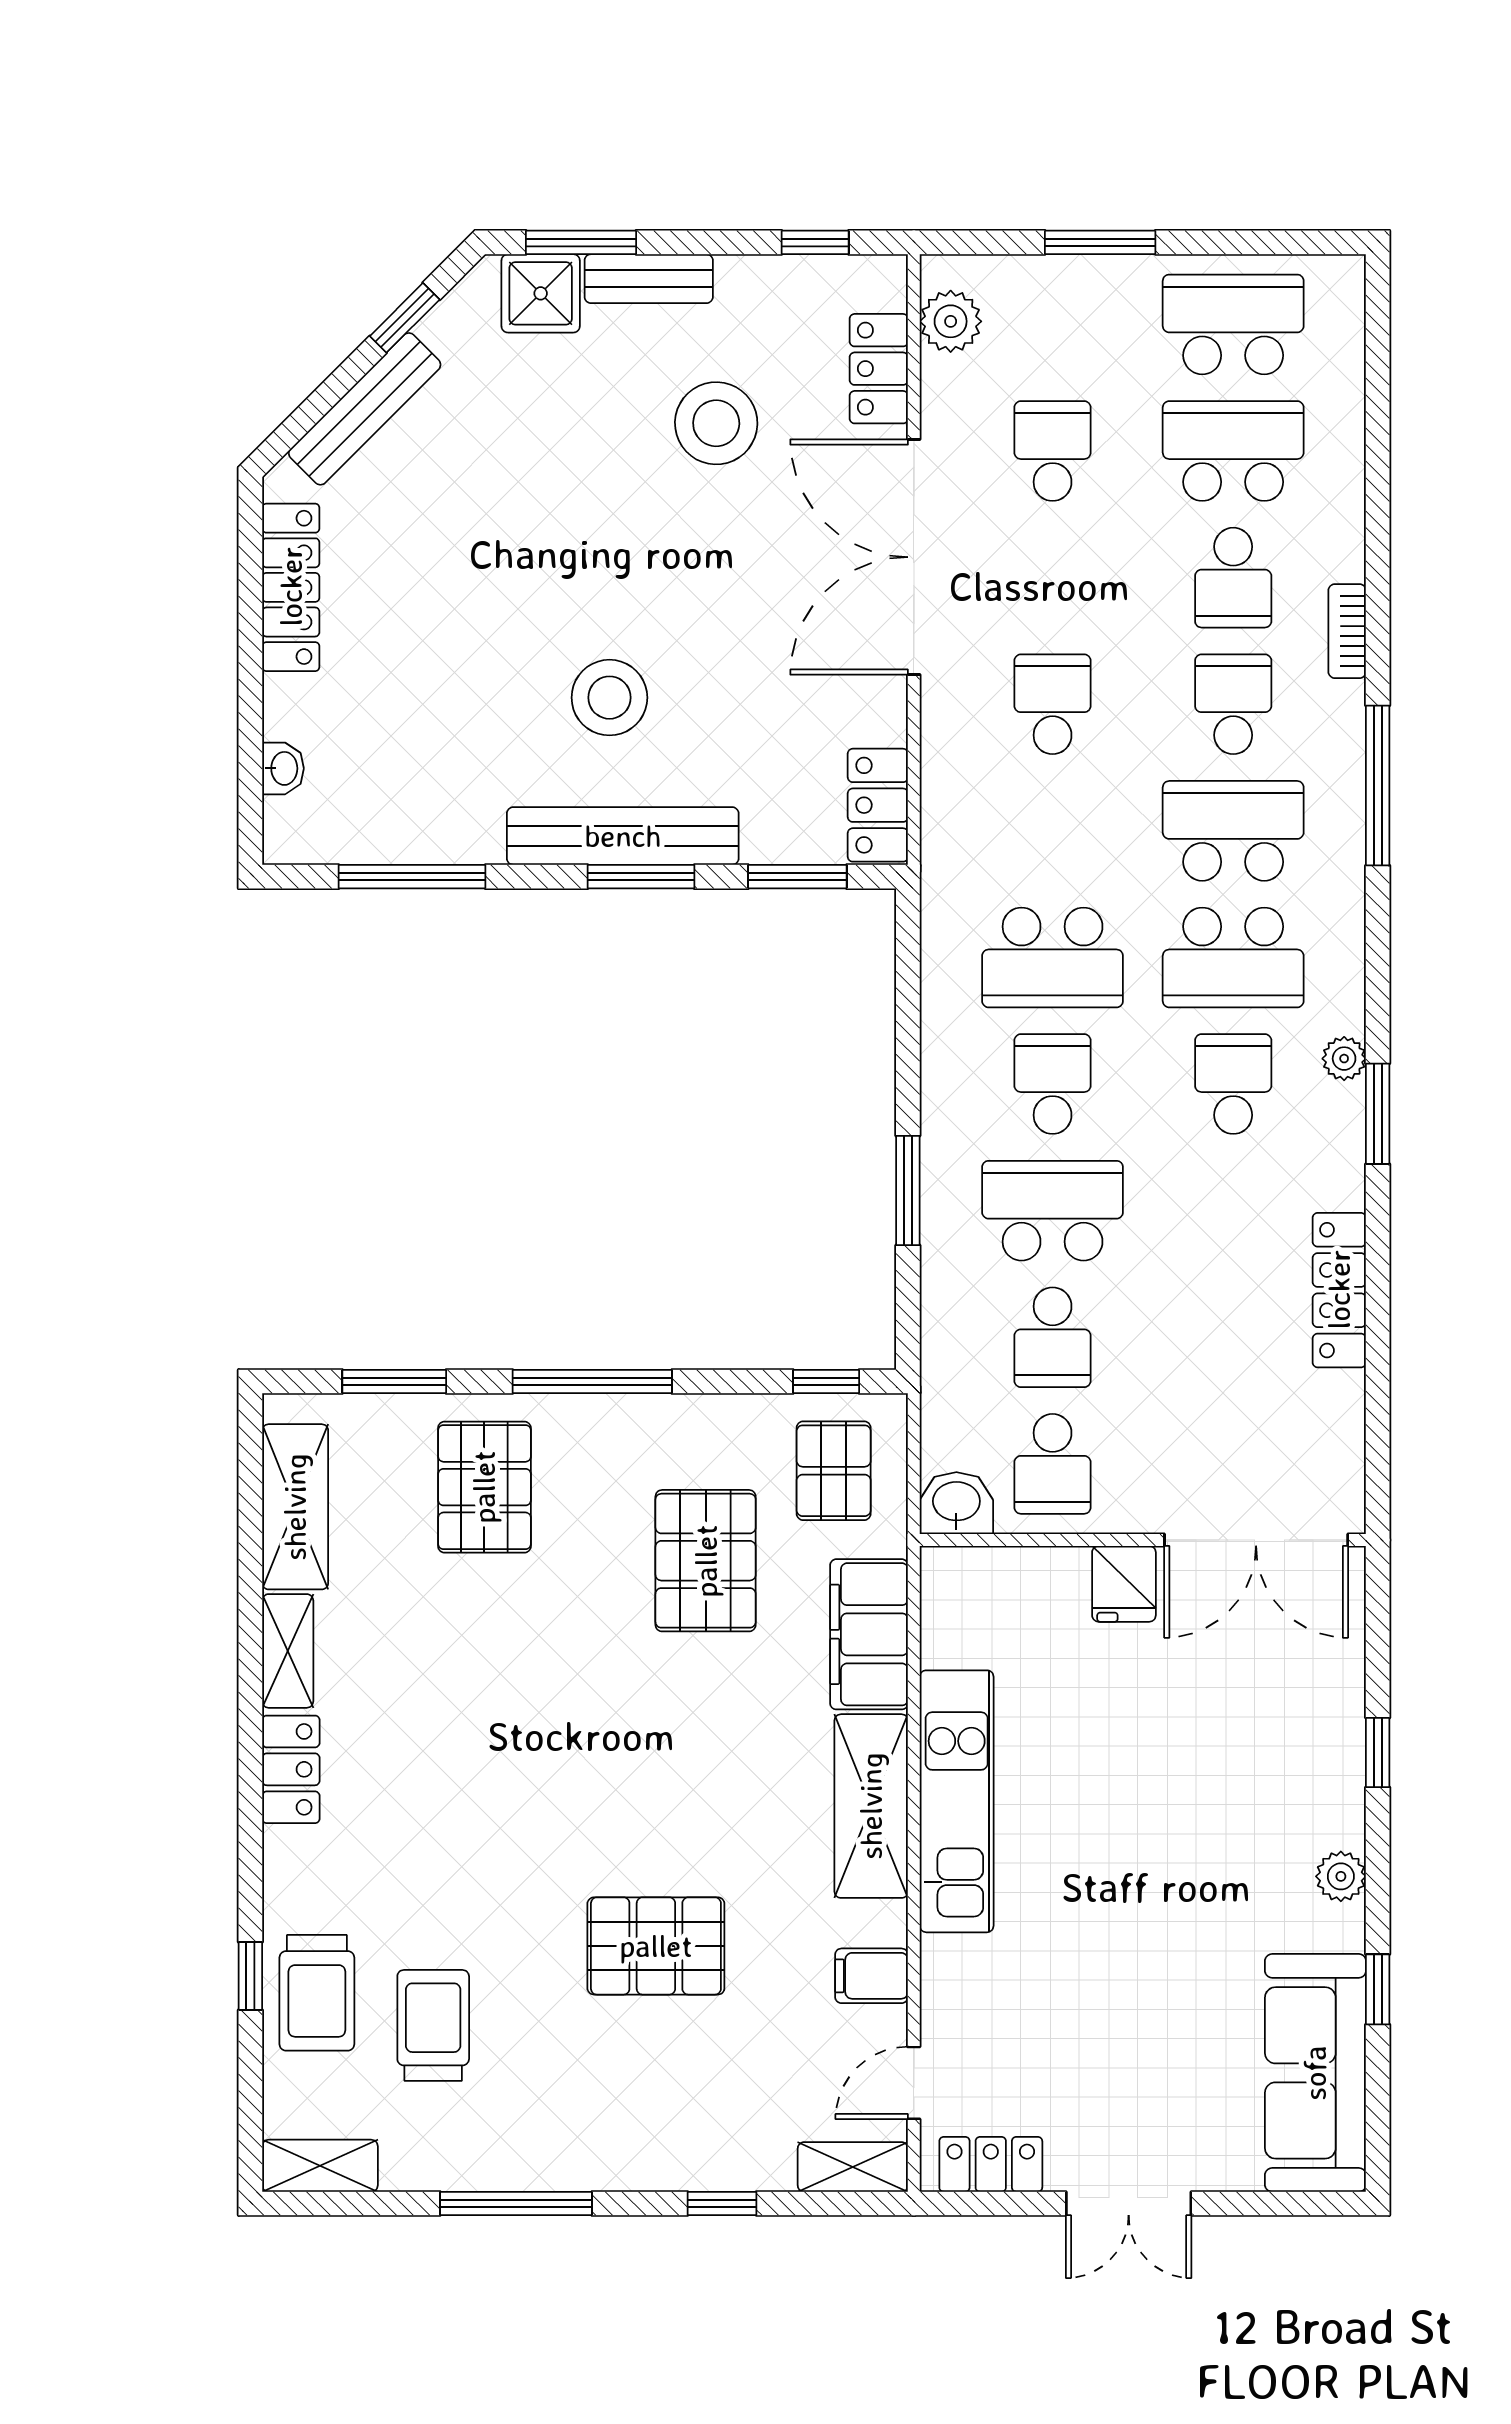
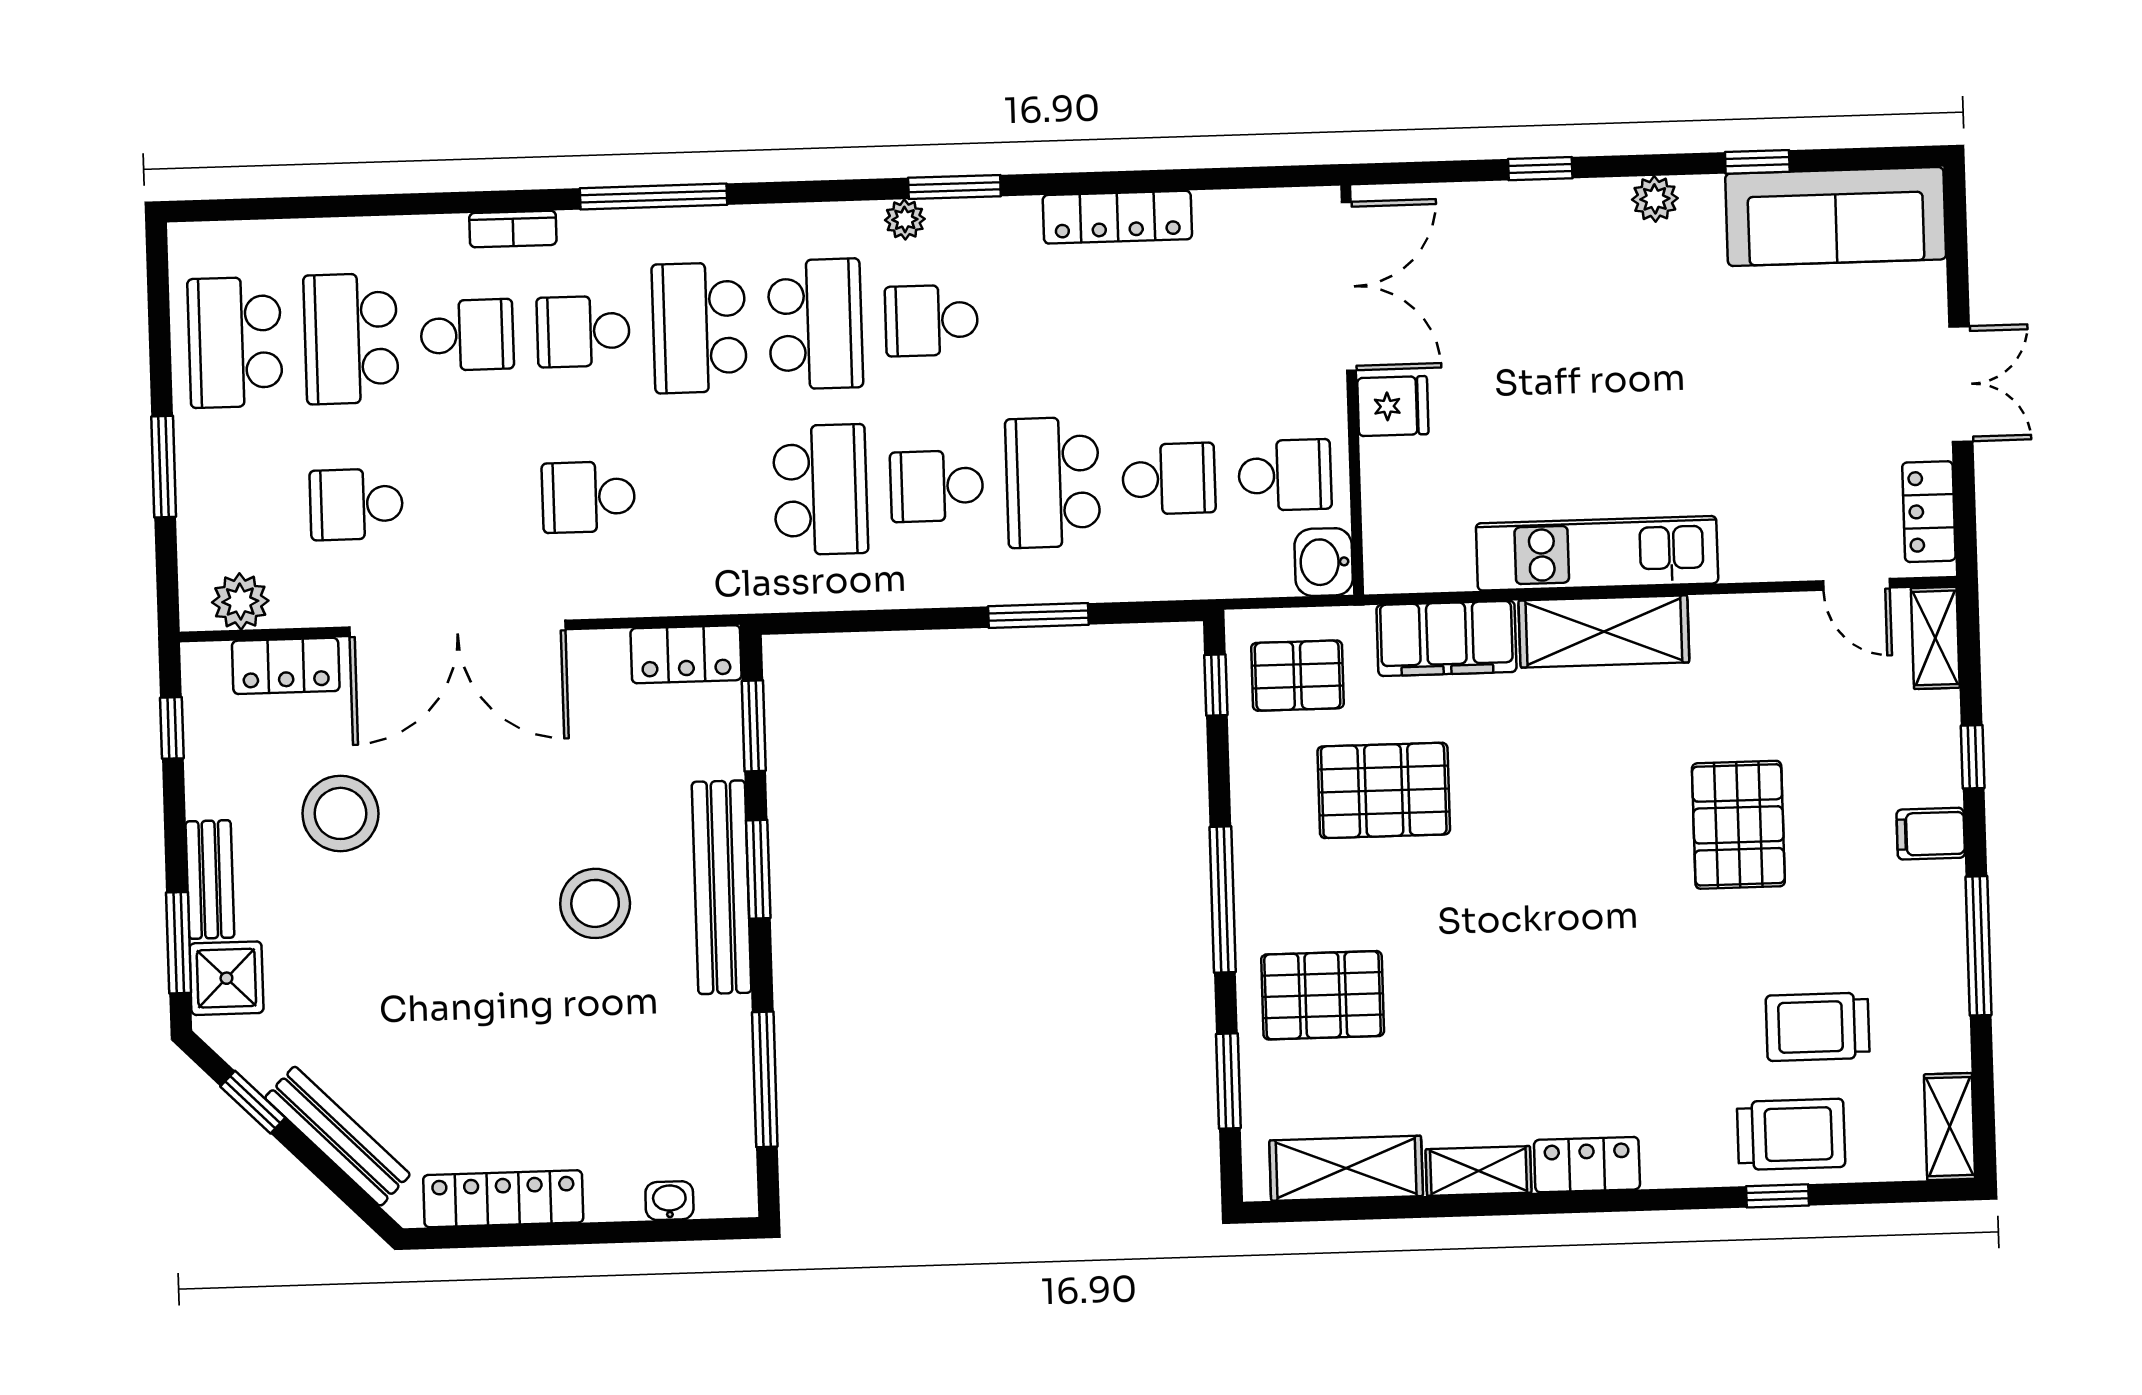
filing cabinet: (872, 1976) -> (1931, 834), moved, turned 90

